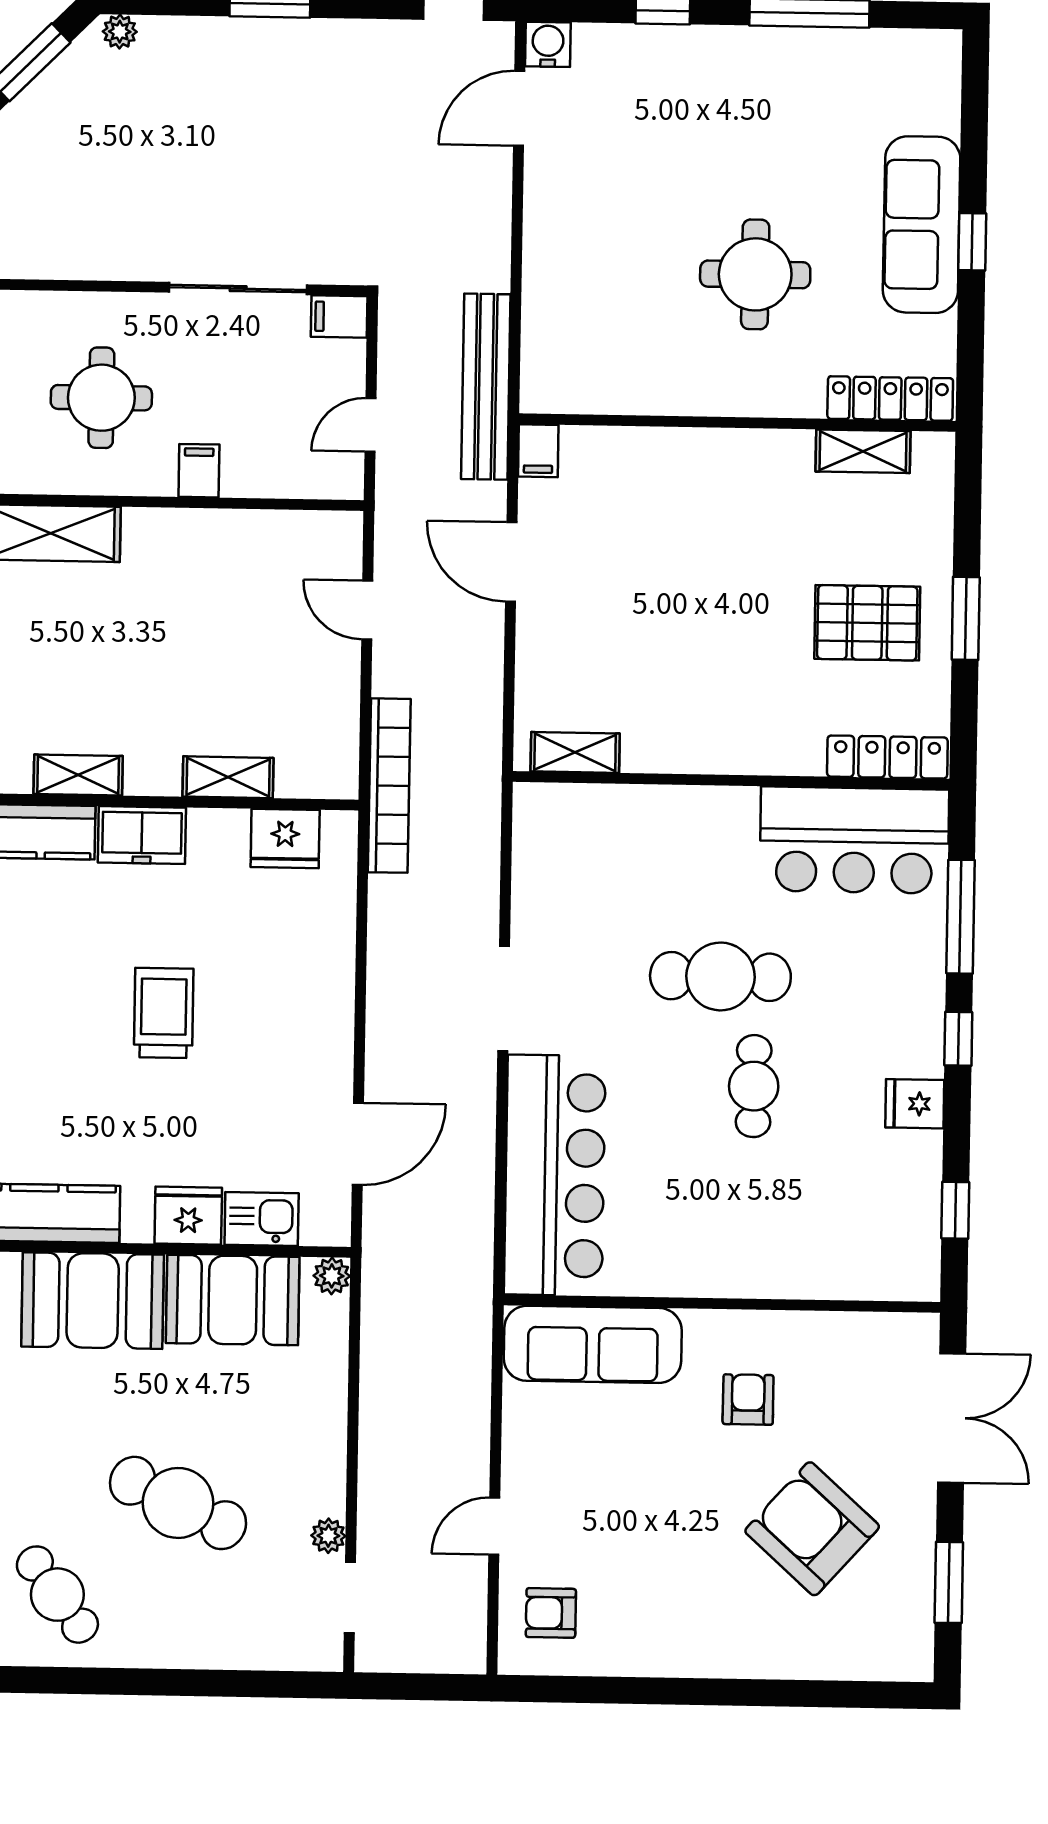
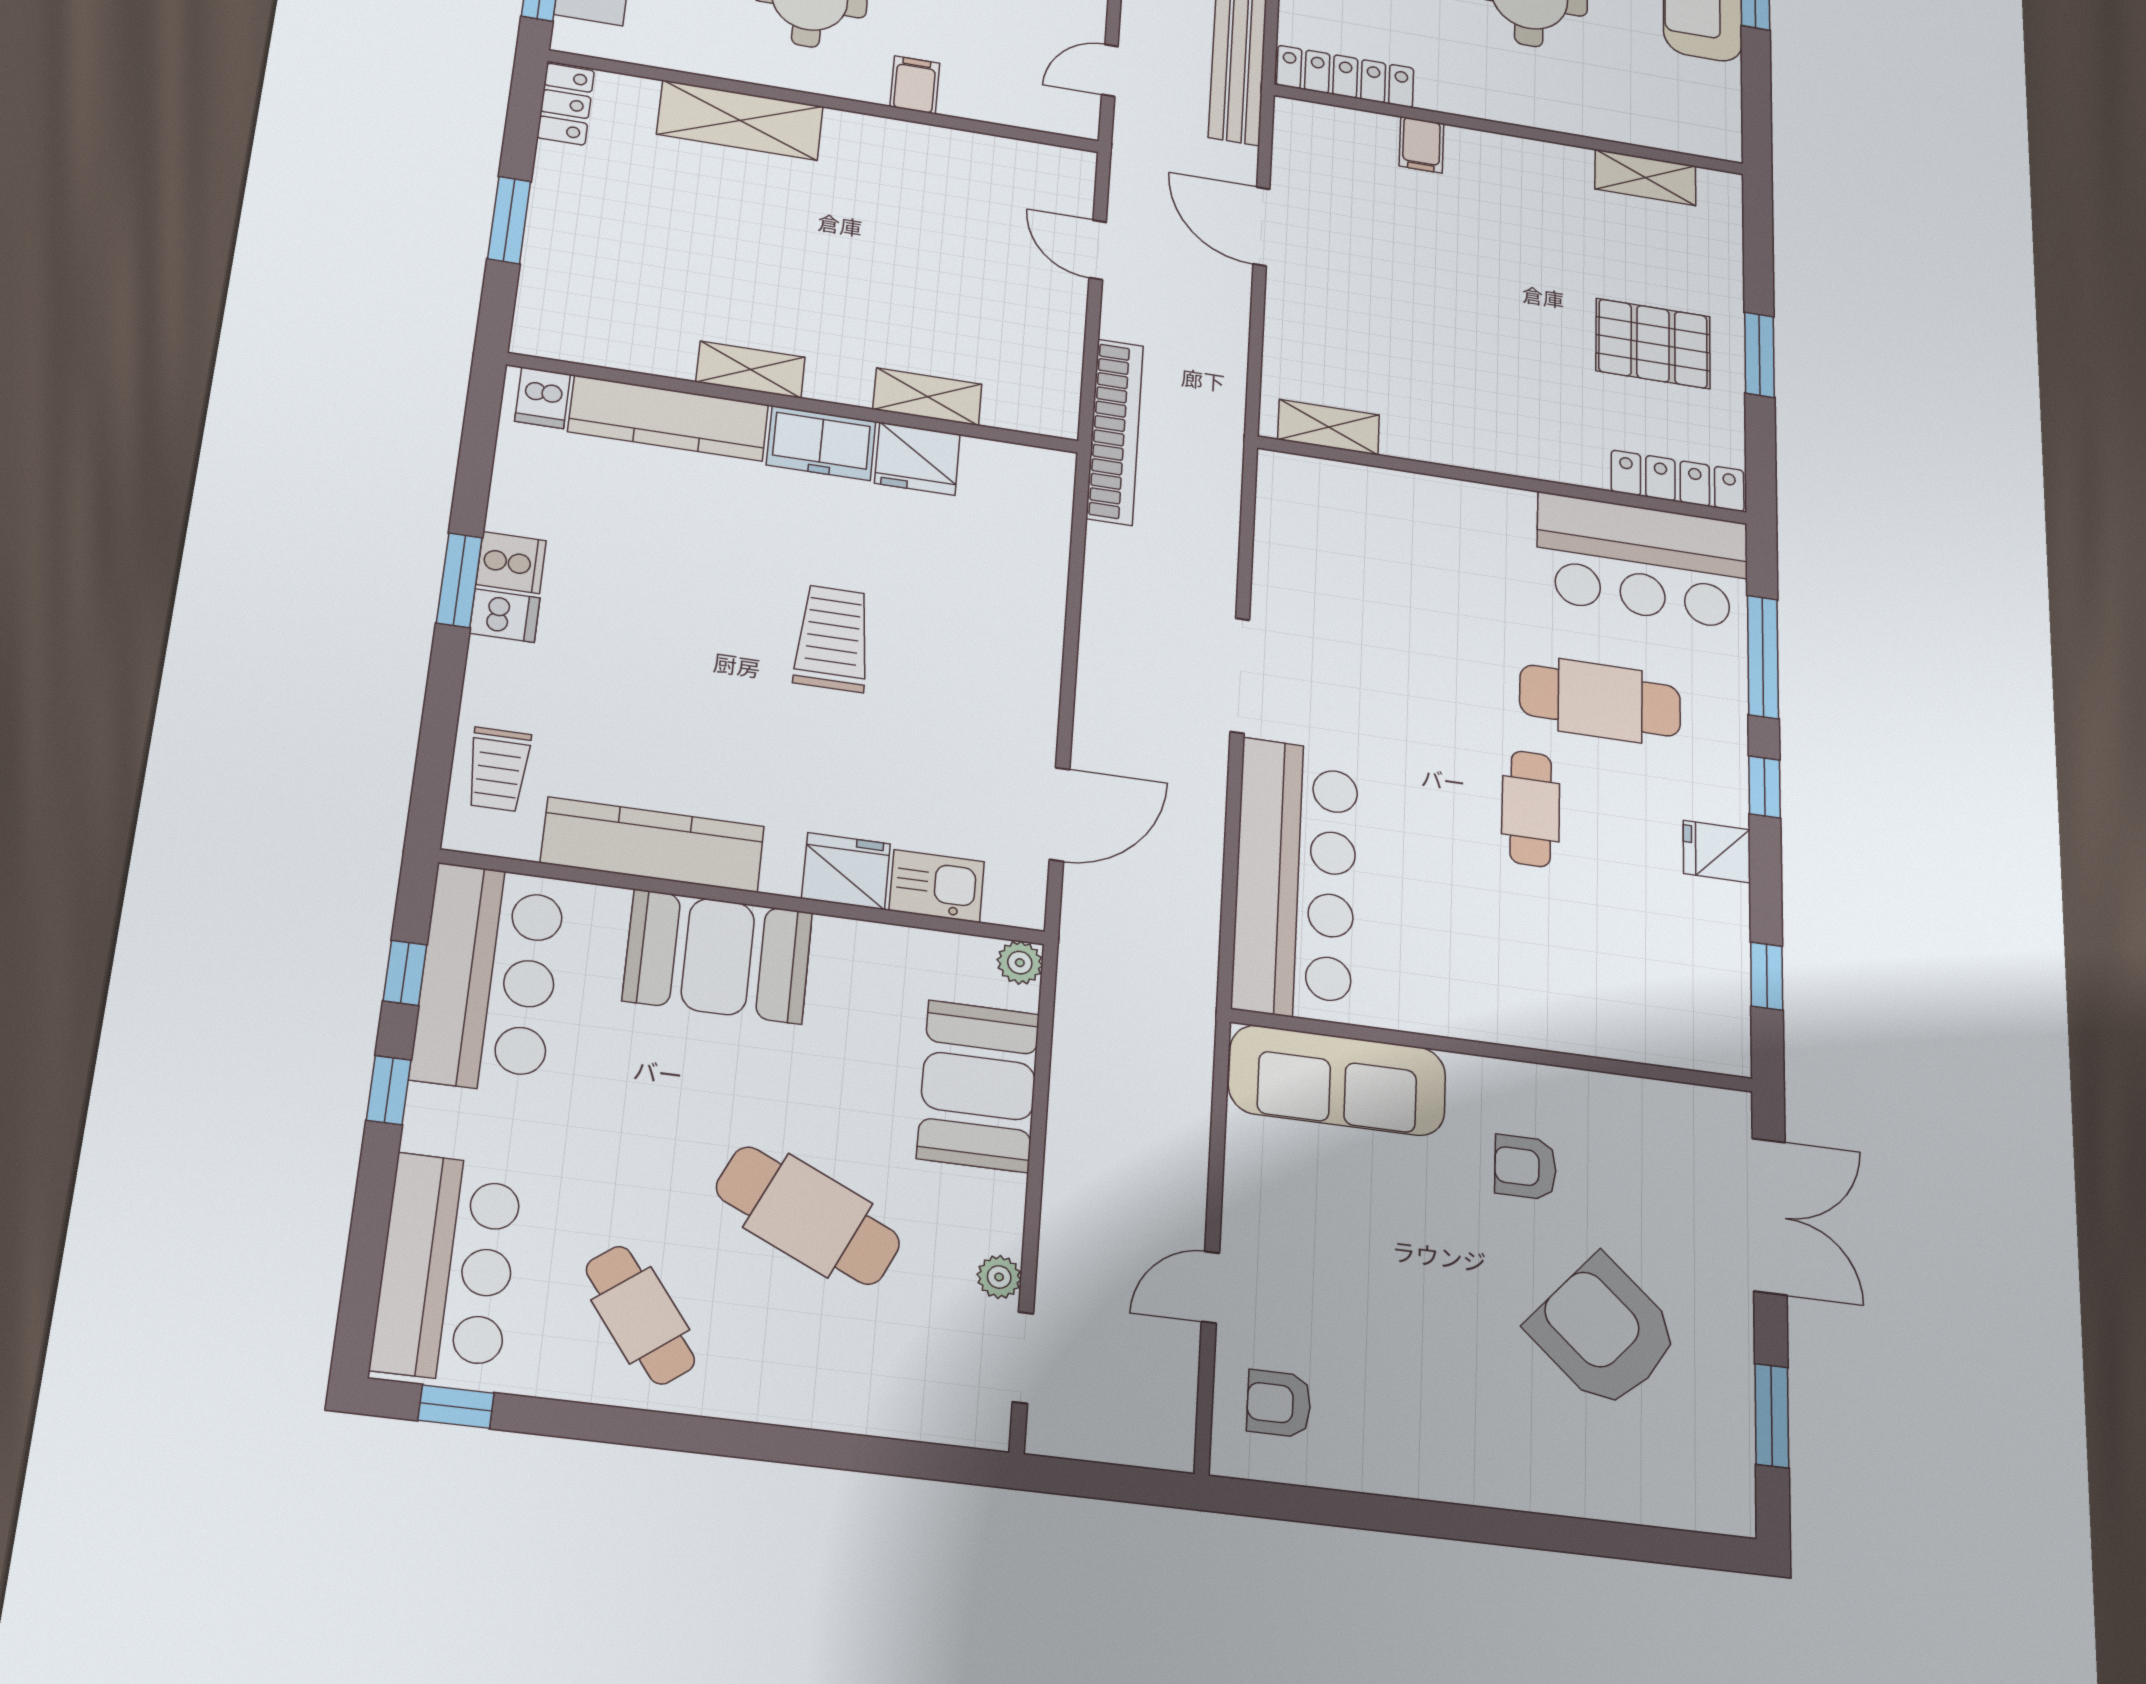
locker: (890, 398) -> (1345, 77), moved
filing cabinet: (538, 451) -> (1421, 145), moved
fridge: (285, 838) -> (917, 459), moved
cafe table: (720, 976) -> (1600, 701), moved
booth: (233, 1300) -> (978, 1086), moved, turned 90
armchair: (748, 1400) -> (1525, 1167), turned -90

